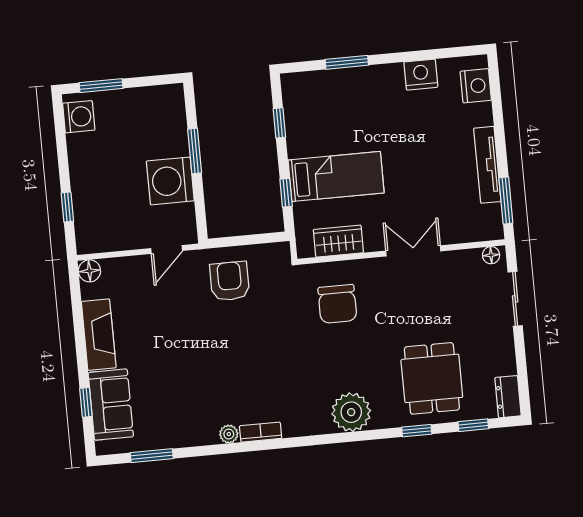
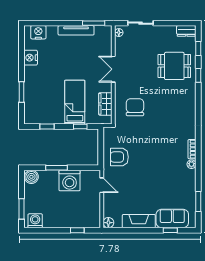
boiler: (170, 100) -> (31, 177), added
chair: (337, 304) -> (135, 107), turned -90
plant: (351, 412) -> (187, 105), removed

